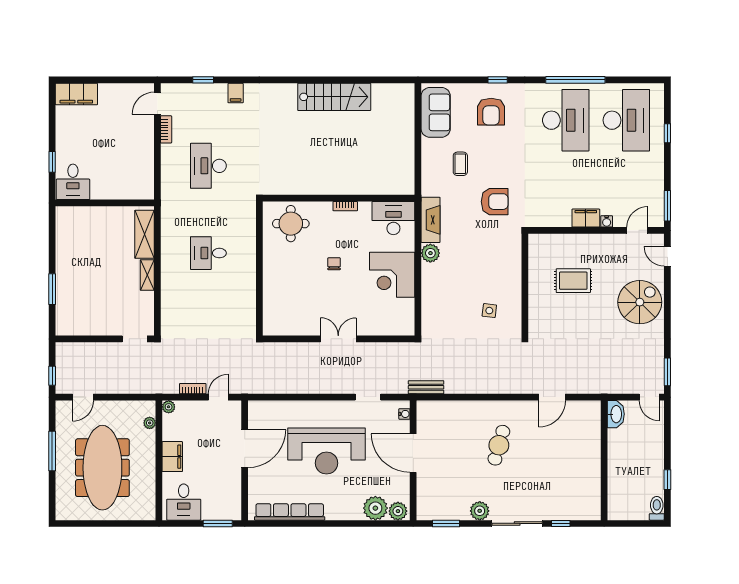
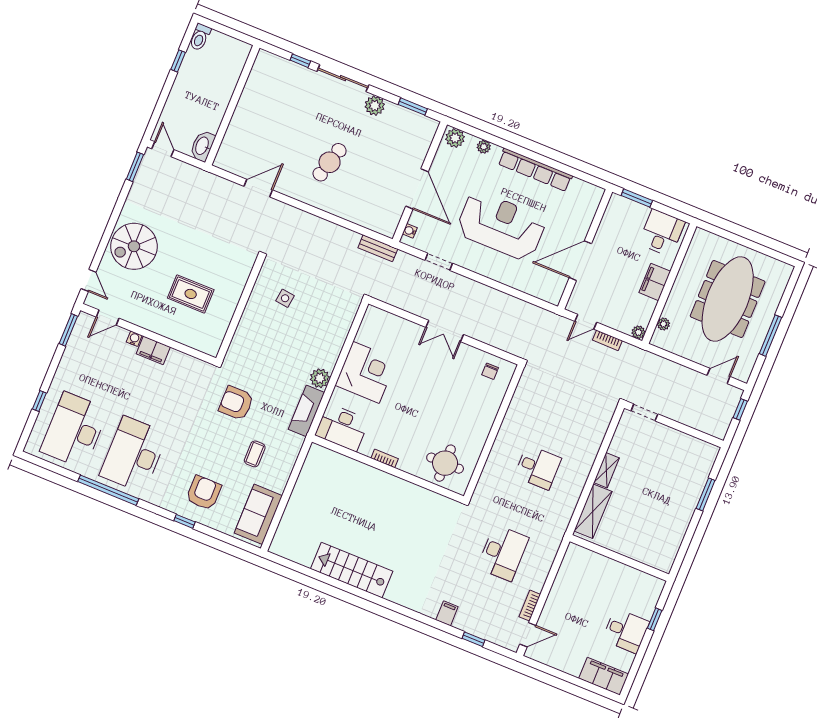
desk: (73, 182) -> (626, 631), moved, turned 90
chair: (334, 264) -> (490, 371), moved
plant: (375, 508) -> (484, 147), width x0.53, depth x0.53
row of seats: (290, 512) -> (535, 170), moved

